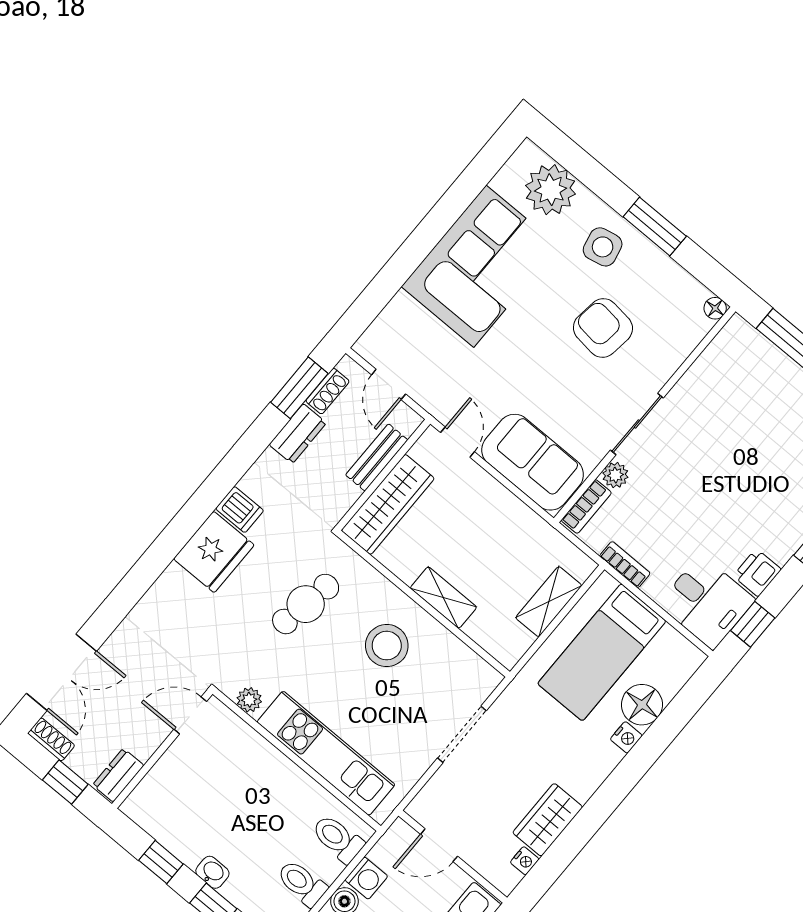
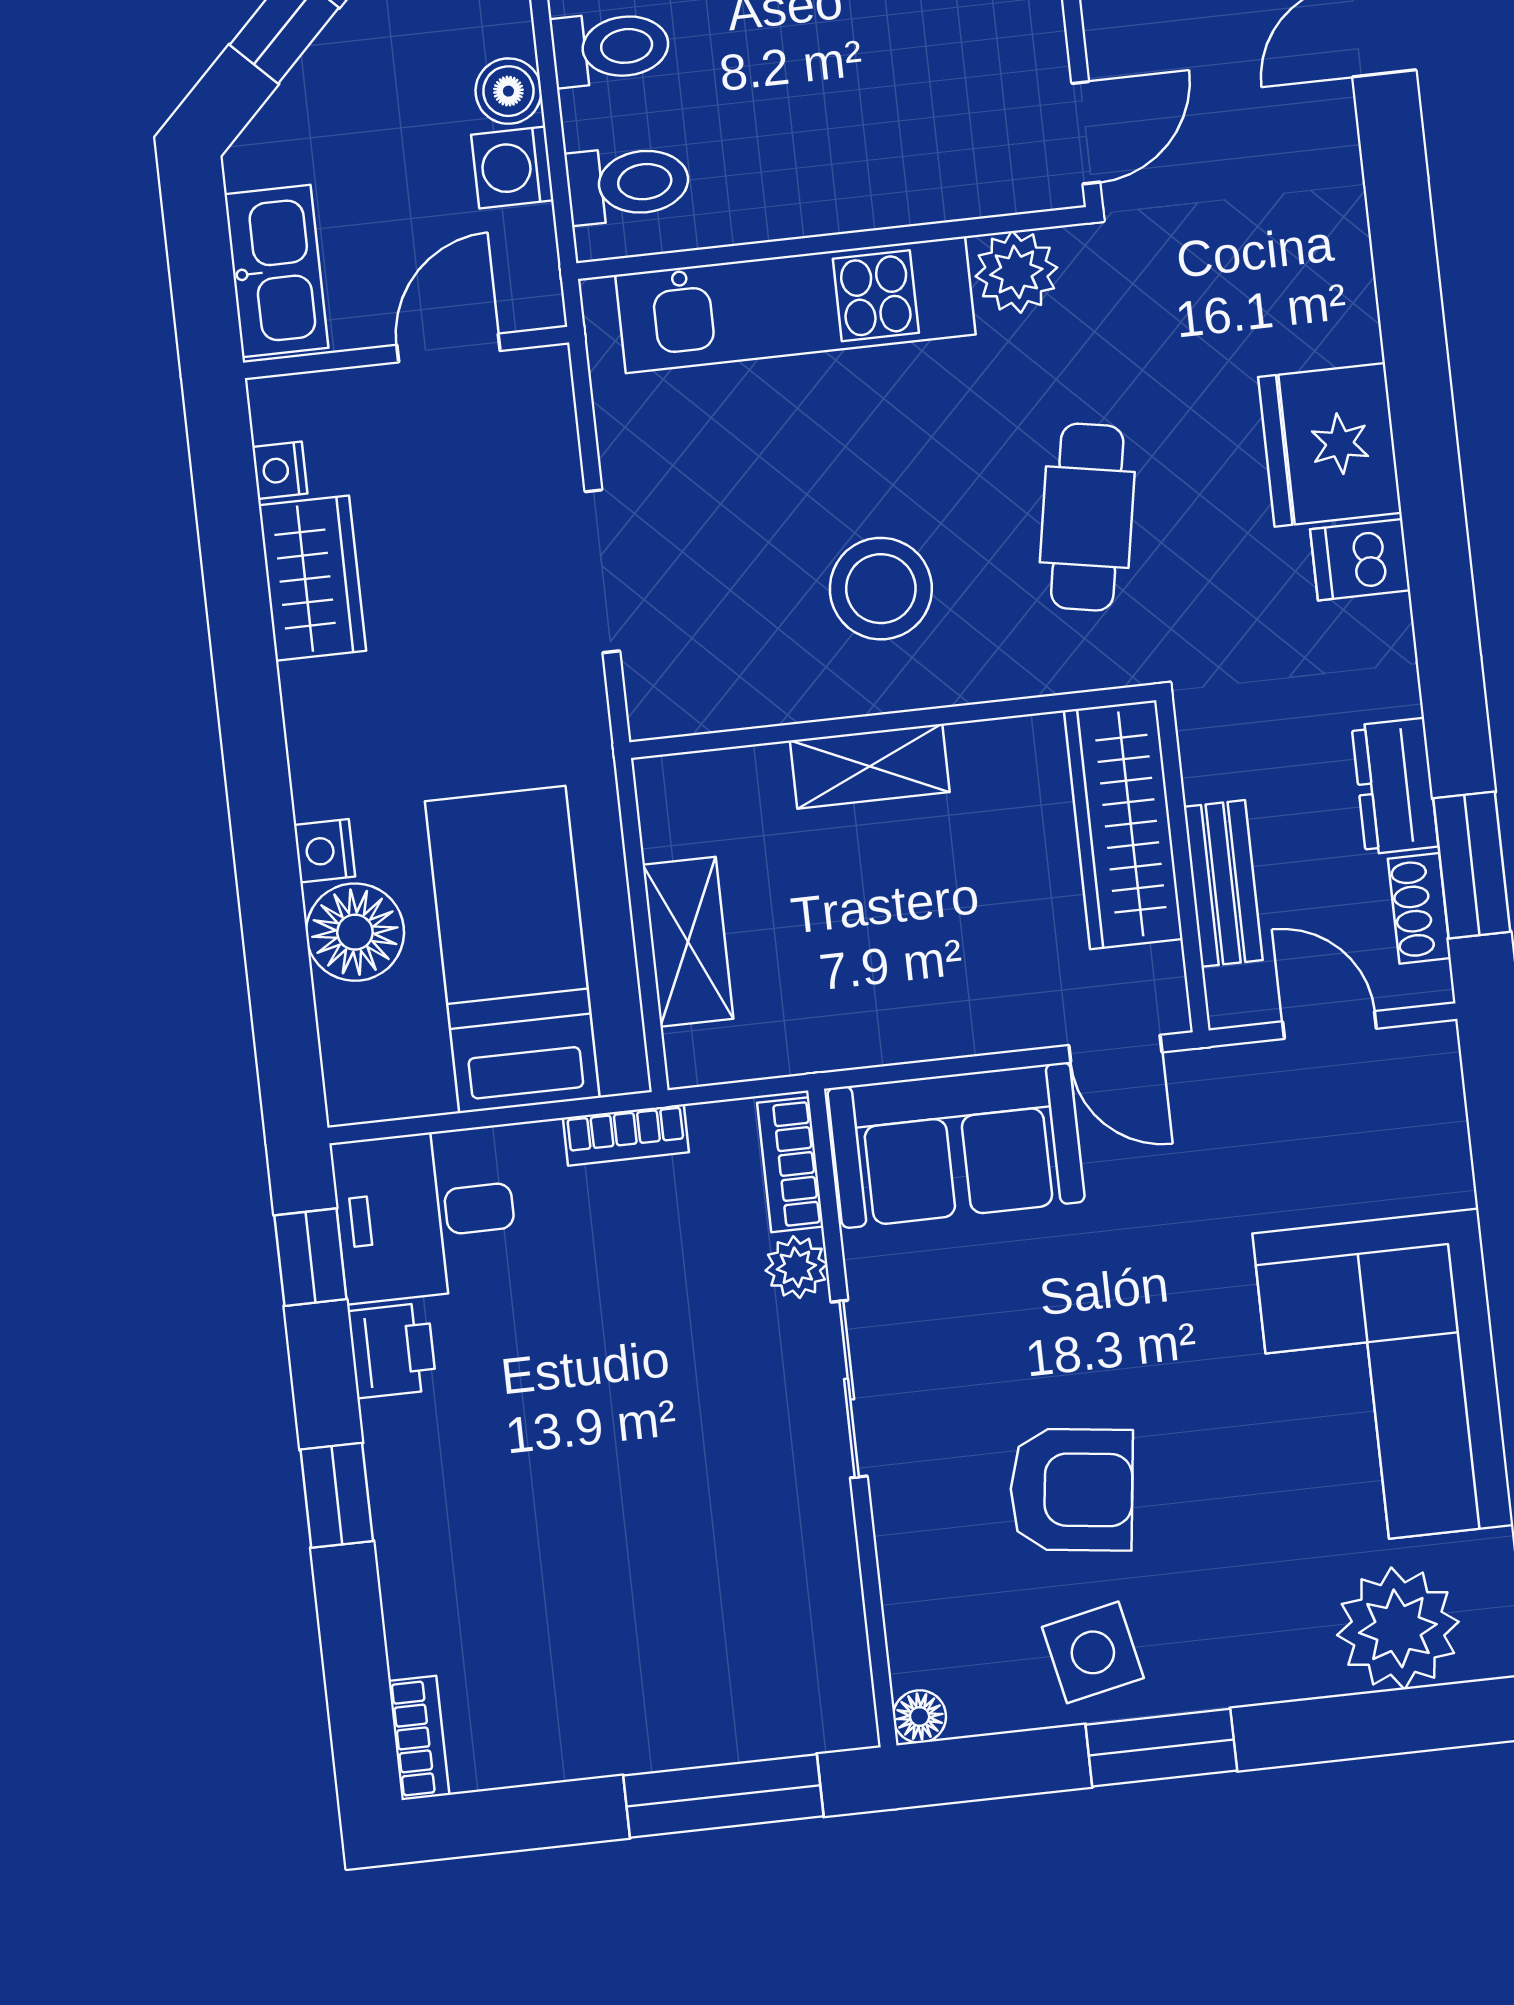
side table: (603, 247) -> (1093, 1652), moved
plant: (249, 700) -> (1016, 272), width x1.38, depth x1.38

